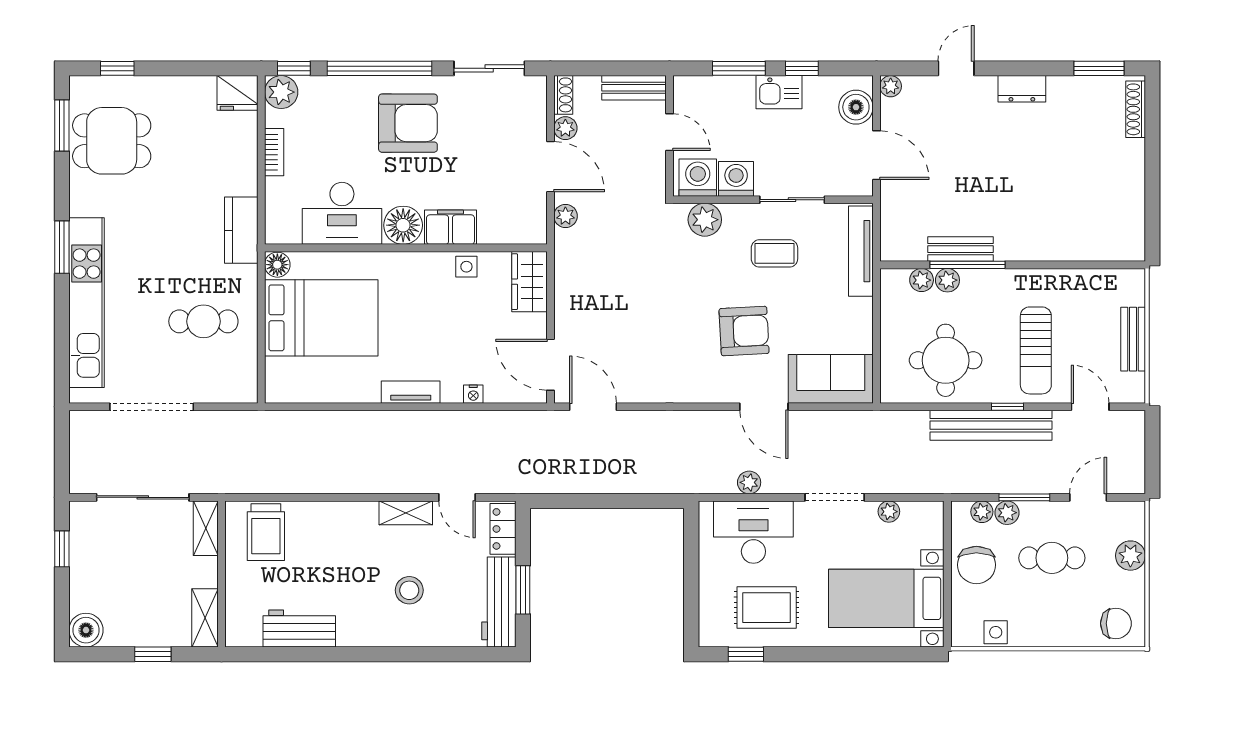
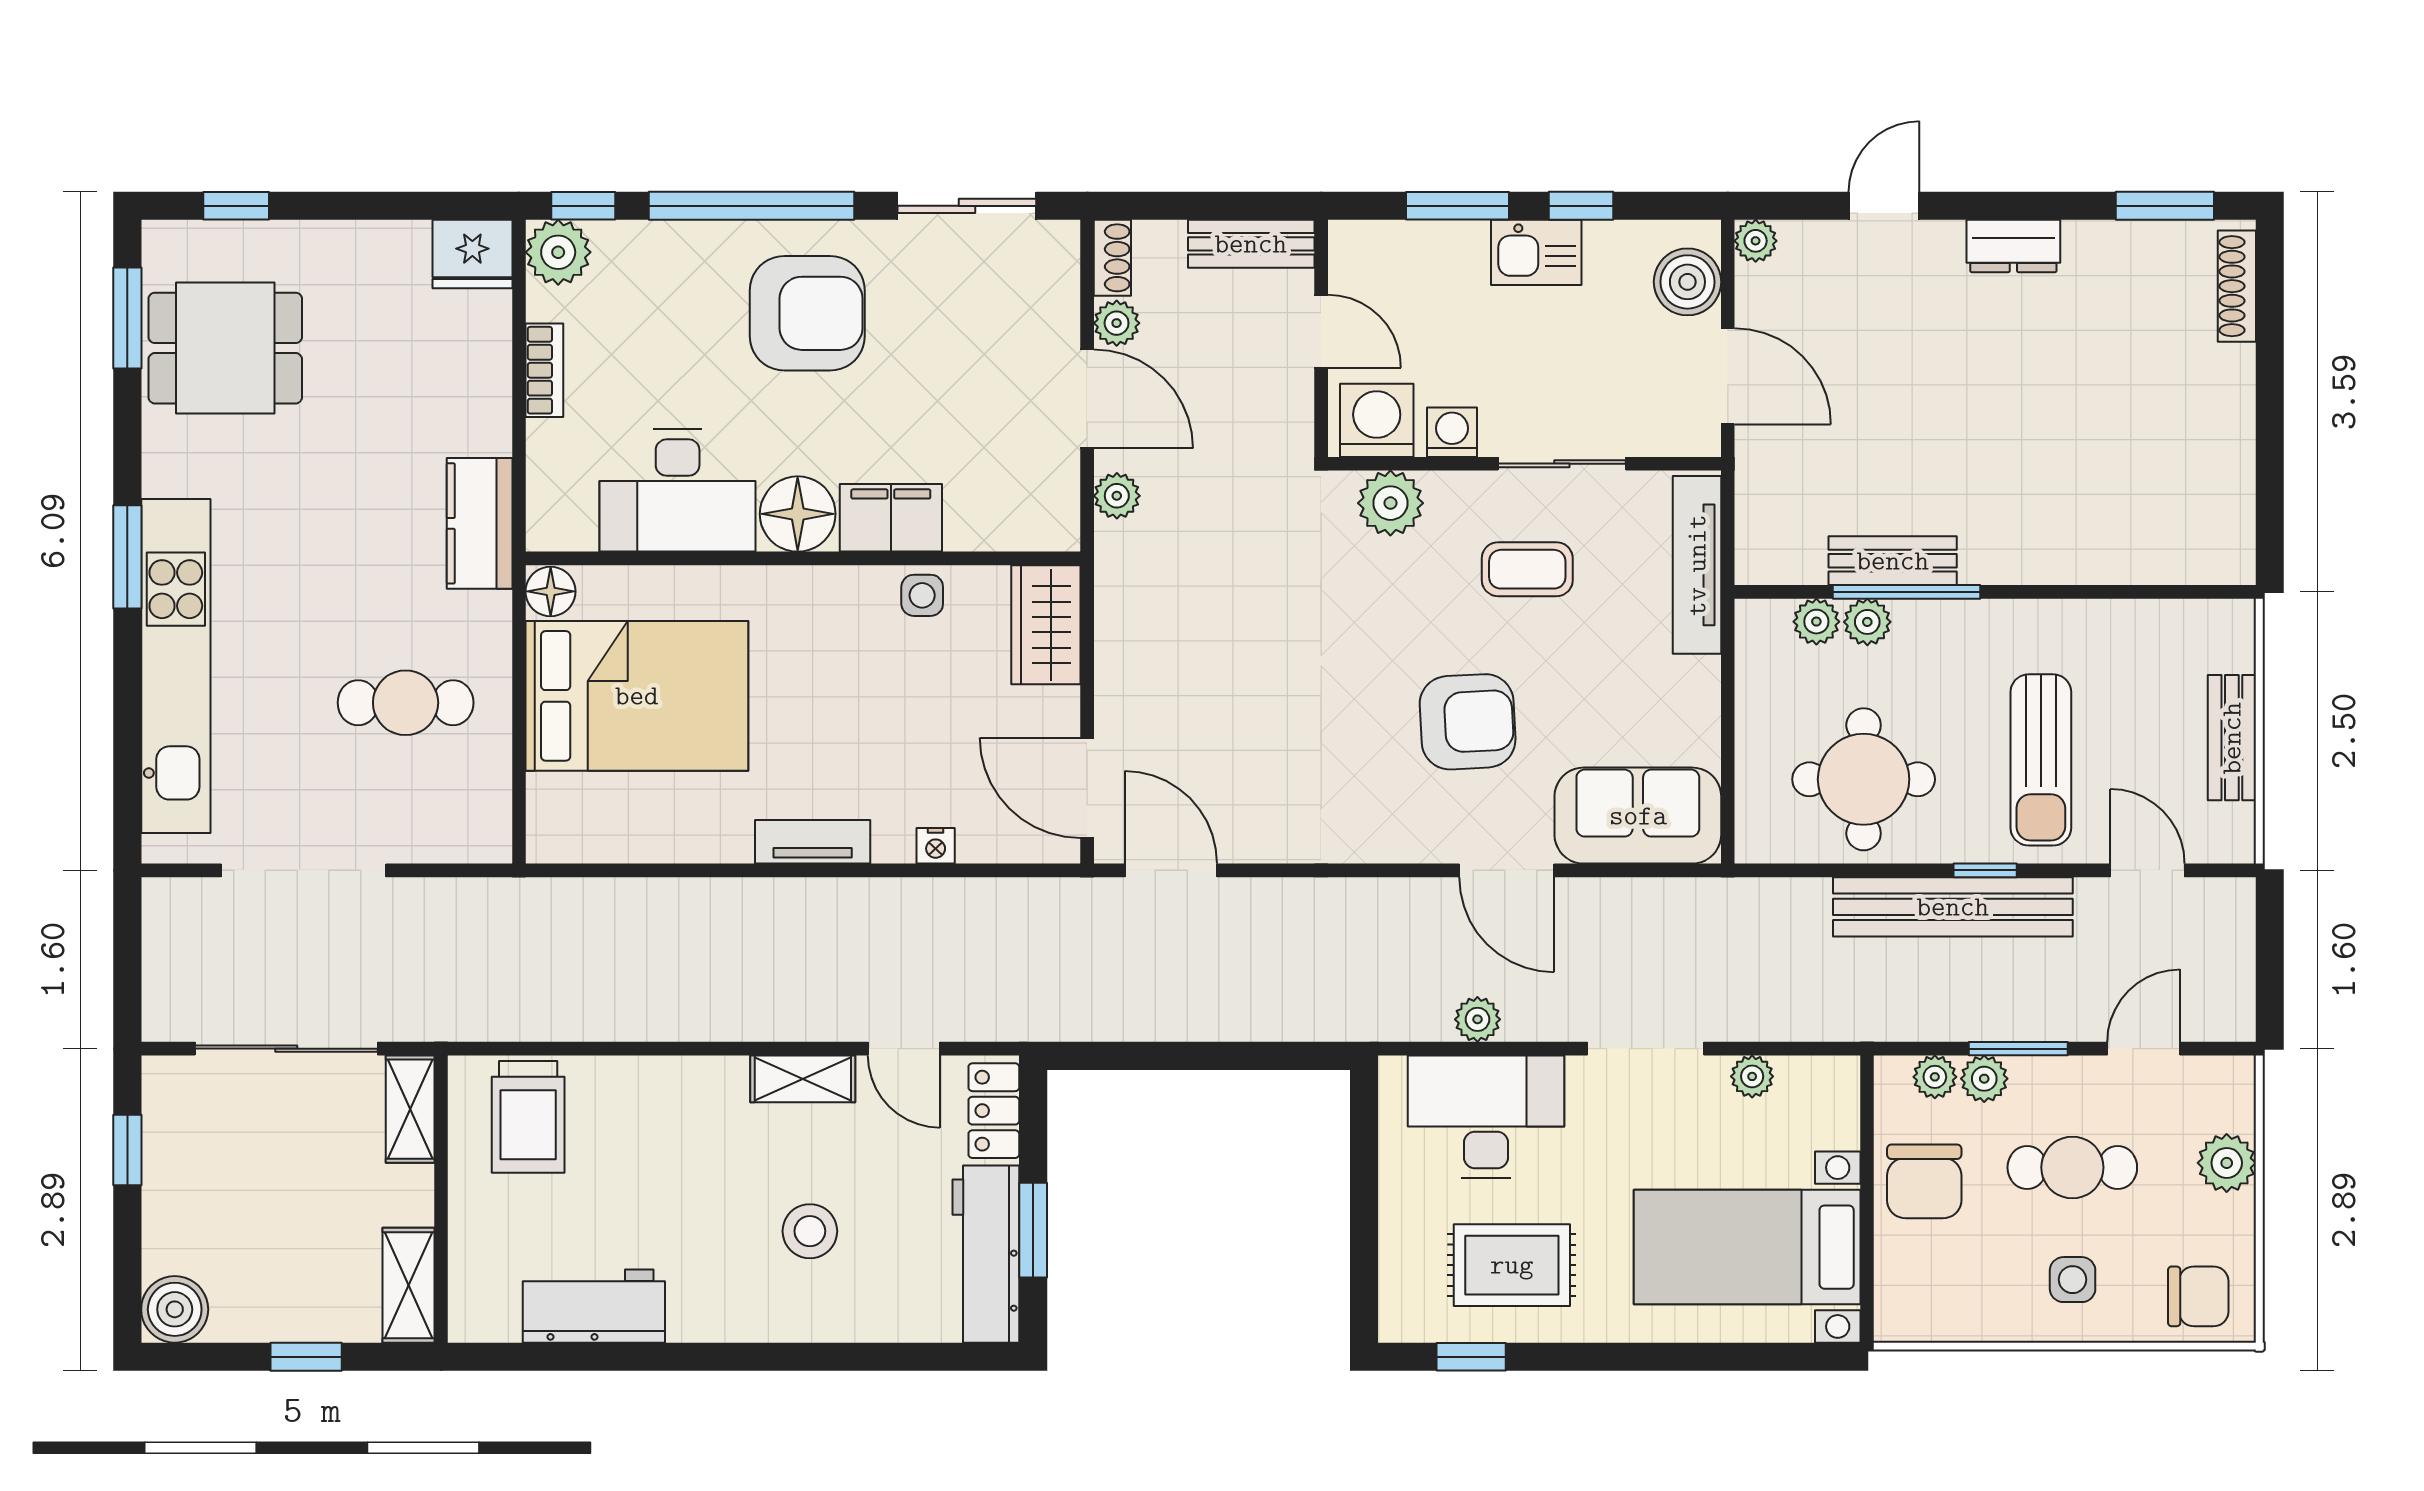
washing machine: (736, 179) -> (1452, 432), width x0.73, depth x0.73
side table: (996, 632) -> (2073, 1280), moved

